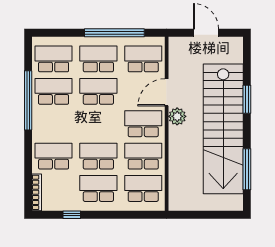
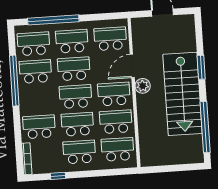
window: (114, 33) -> (53, 20), moved
school desk: (98, 124) -> (76, 97), added
stairs: (223, 129) -> (183, 94), width x0.73
window: (247, 169) -> (205, 127), width x1.46

